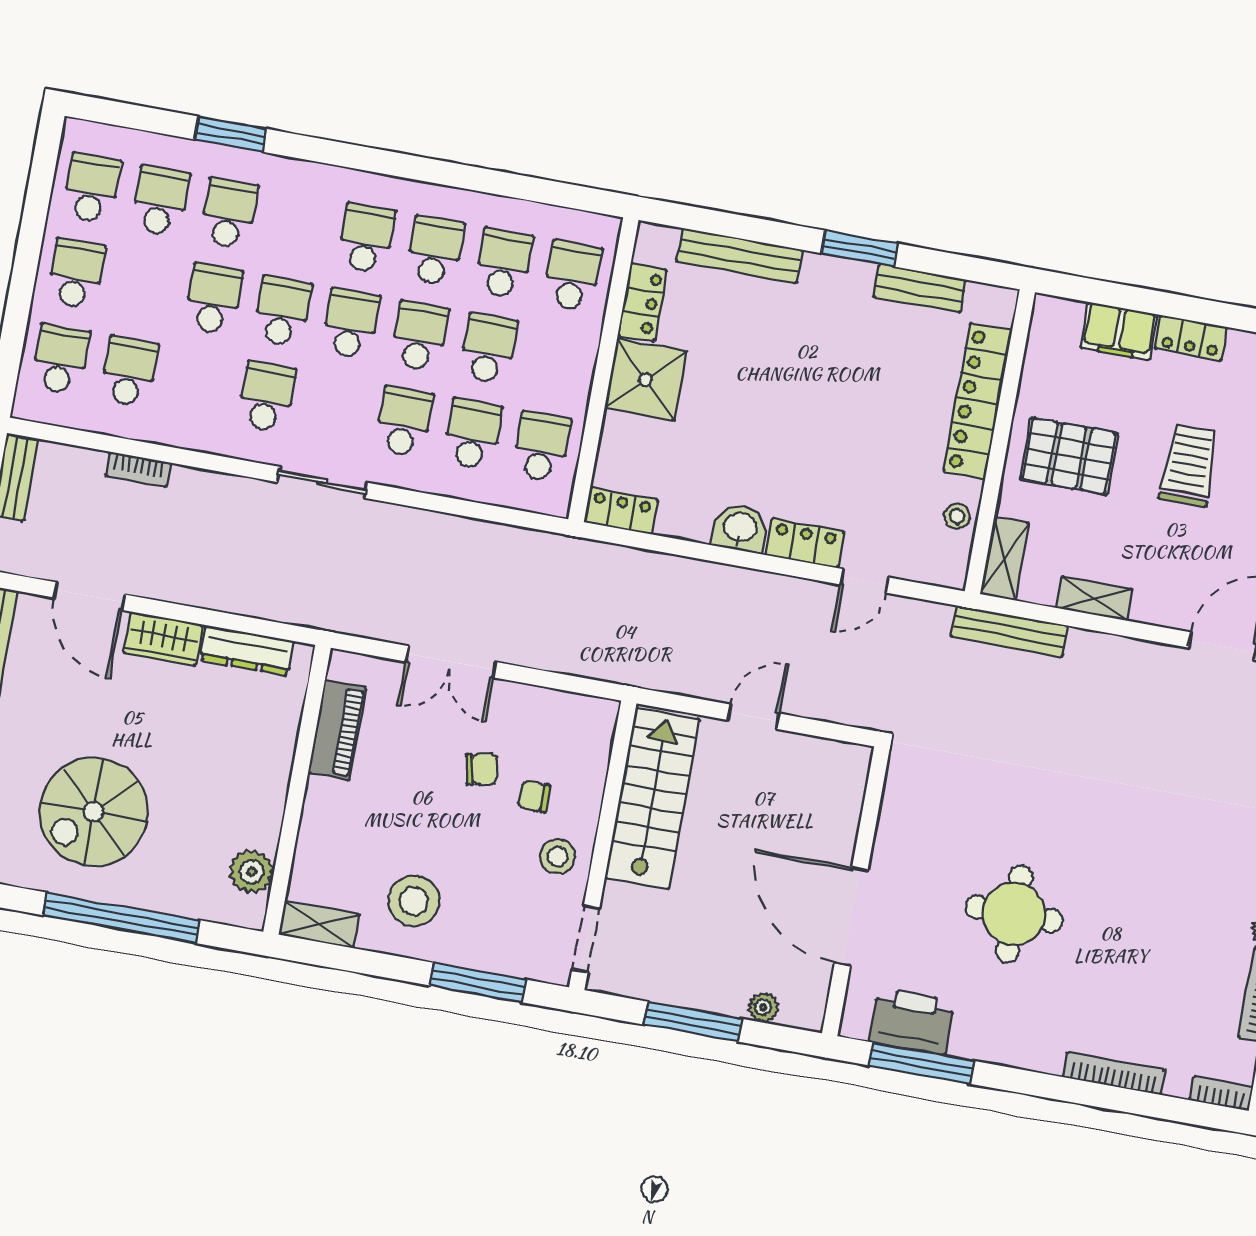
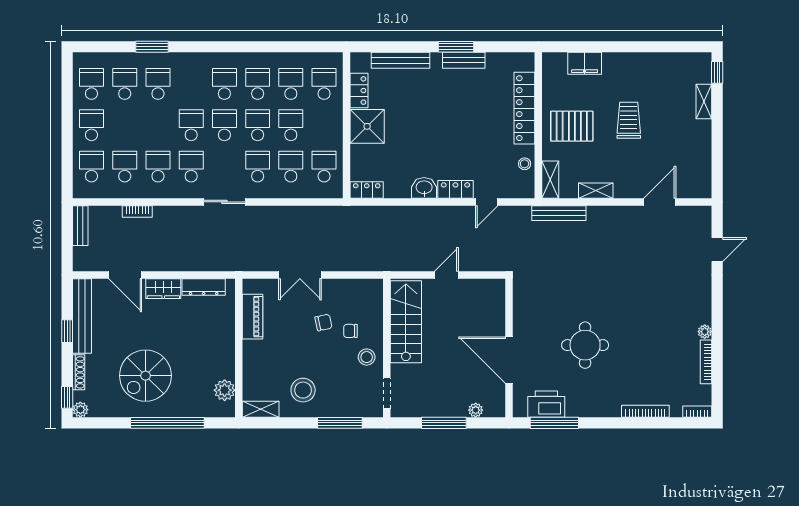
bench: (920, 288) -> (464, 60), moved
school desk: (213, 299) -> (158, 167), moved
locker: (1191, 338) -> (619, 60), removed

